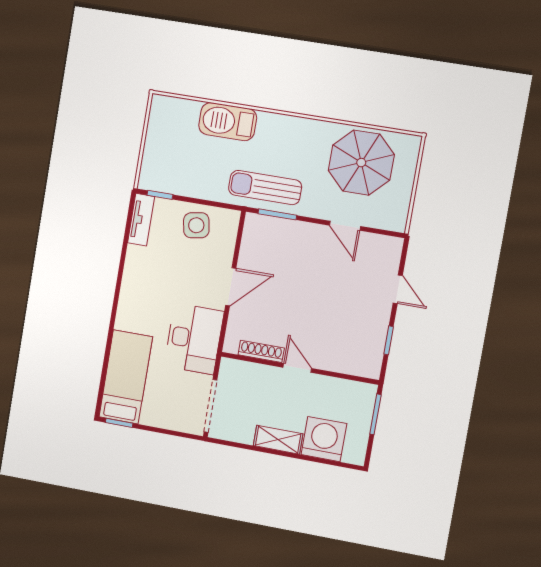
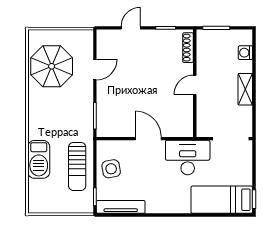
sun lounger: (265, 188) -> (77, 166), moved
tv unit: (141, 220) -> (121, 207), width x1.41
shoe rack: (261, 351) -> (188, 48), moved
washing machine: (324, 439) -> (245, 53), width x0.53, depth x0.53

